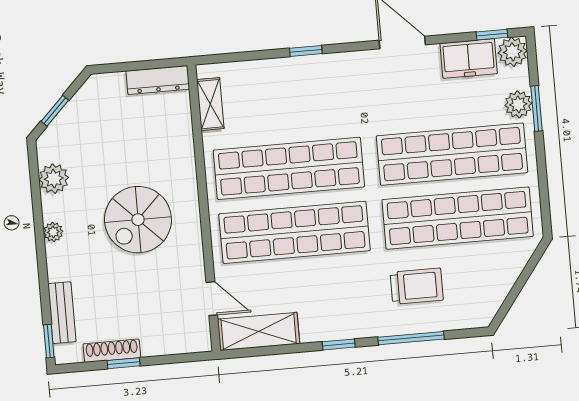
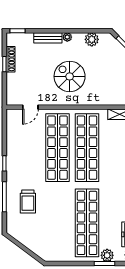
shop shelf: (458, 218) -> (57, 223), removed
bench: (62, 313) -> (48, 38), moved
shelving: (259, 331) -> (13, 127), removed

